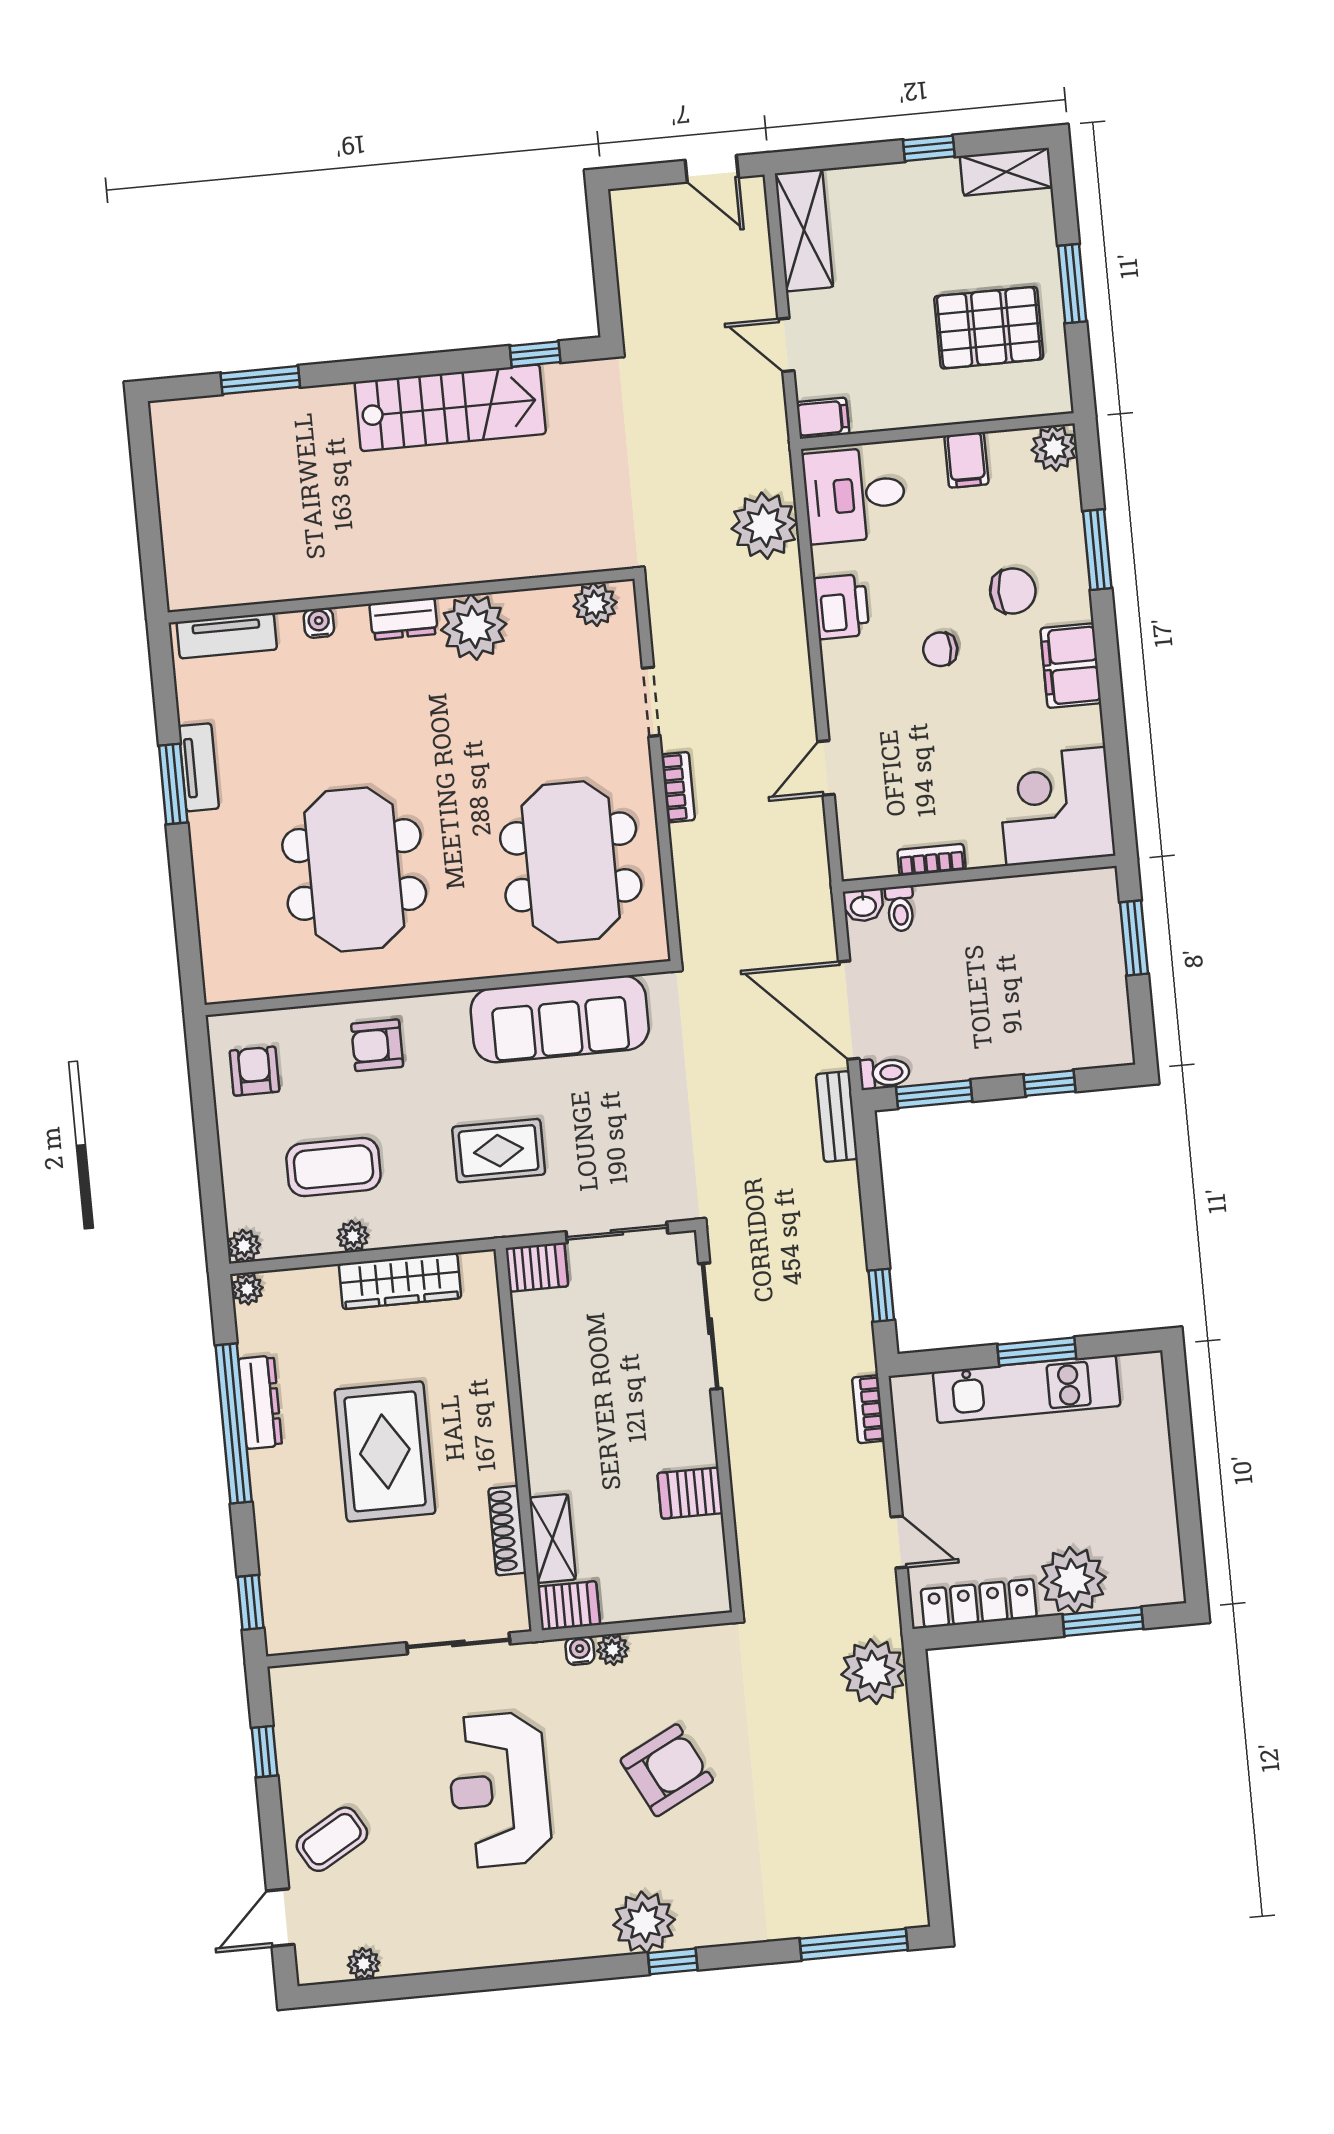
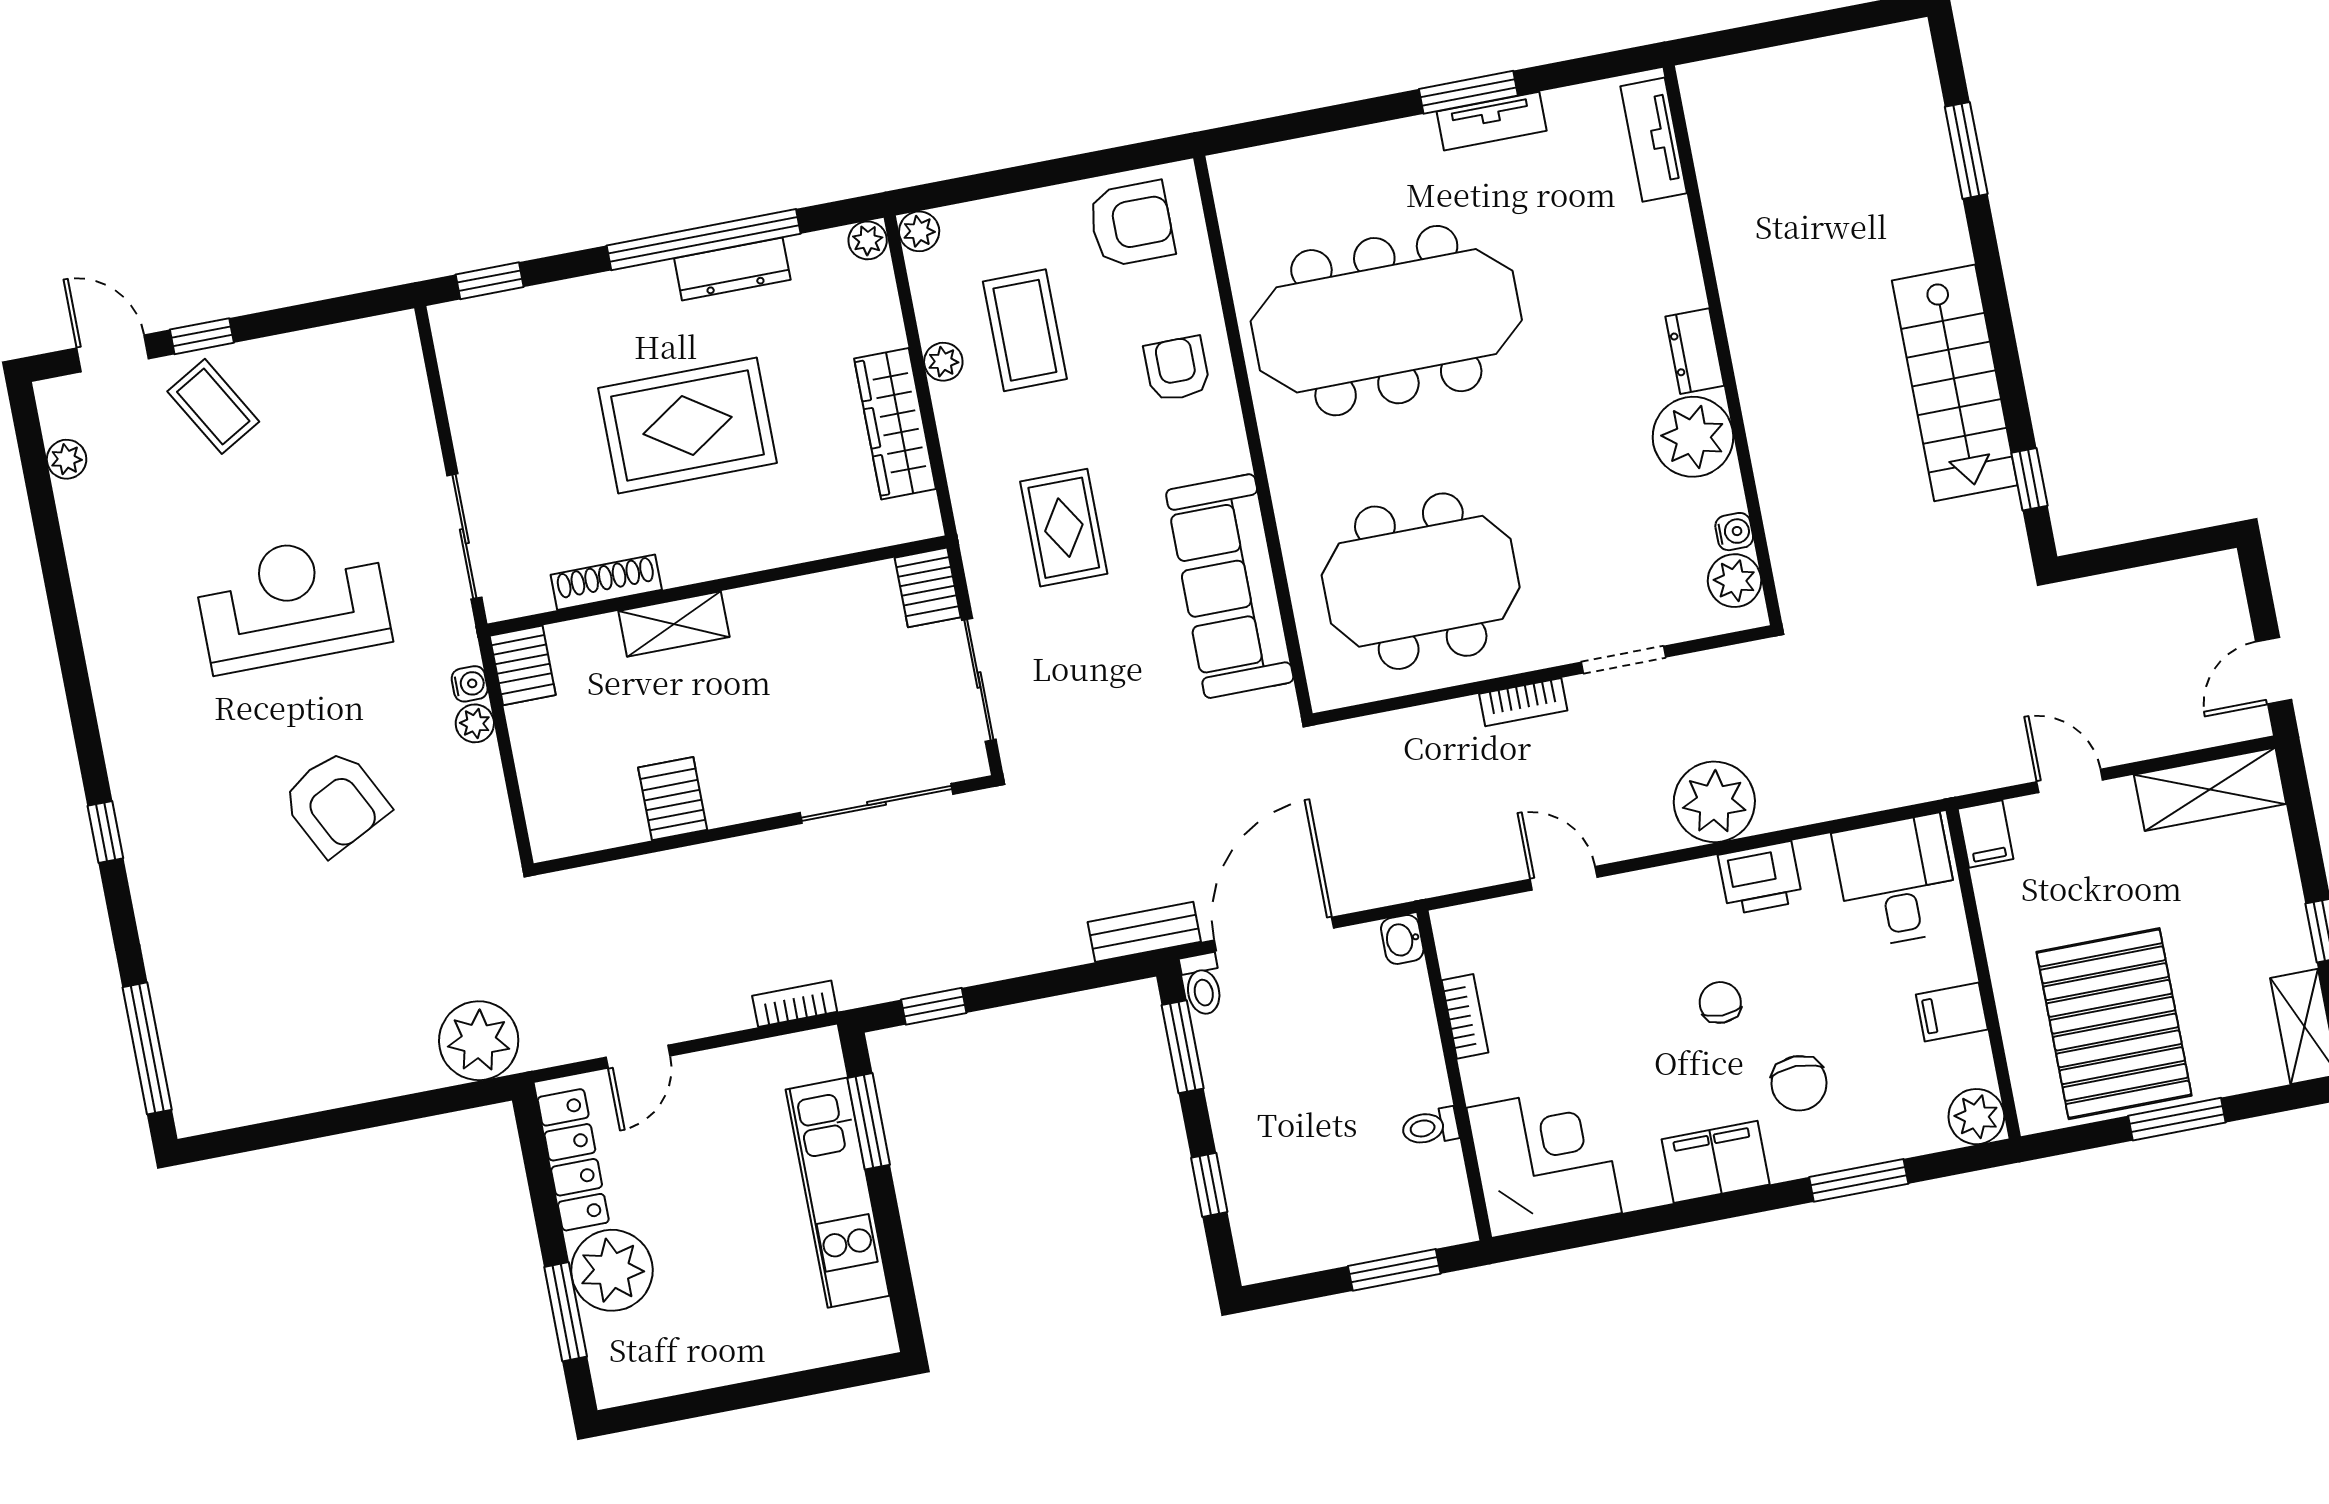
pallet: (989, 328) -> (2114, 1024), width x1.37, depth x1.41
door: (786, 345) -> (2070, 781), hinge flipped
plant: (764, 526) -> (1714, 802), moved
water cooler: (319, 623) -> (1734, 532), moved
meeting table: (354, 869) -> (1386, 321), width x1.36
toilet: (900, 909) -> (1430, 1127), moved
armchair: (255, 1071) -> (1131, 224), width x1.38, depth x1.38
window: (1037, 1351) -> (869, 1121), moved
shelving: (553, 1538) -> (674, 624), moved
window: (265, 1752) -> (202, 336), moved
plant: (644, 1922) -> (149, 793), removed

